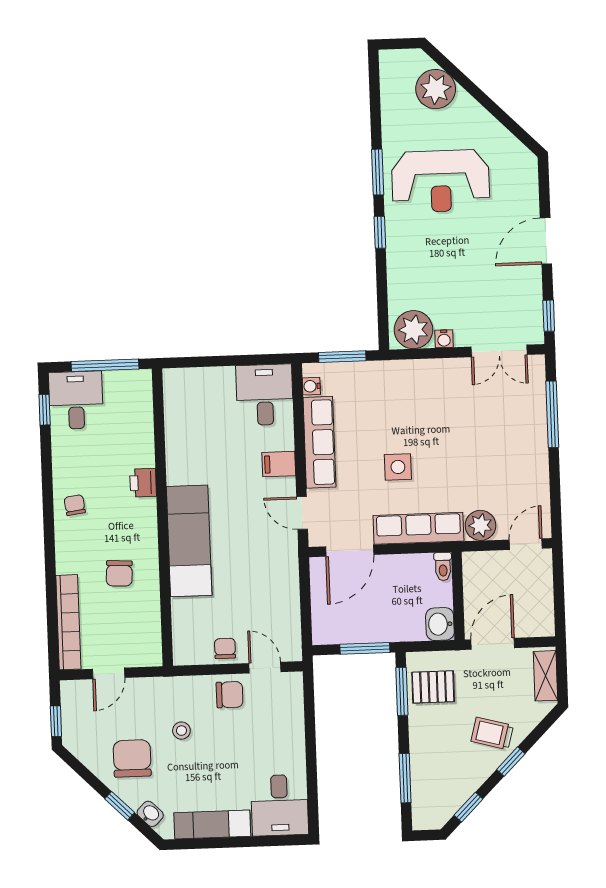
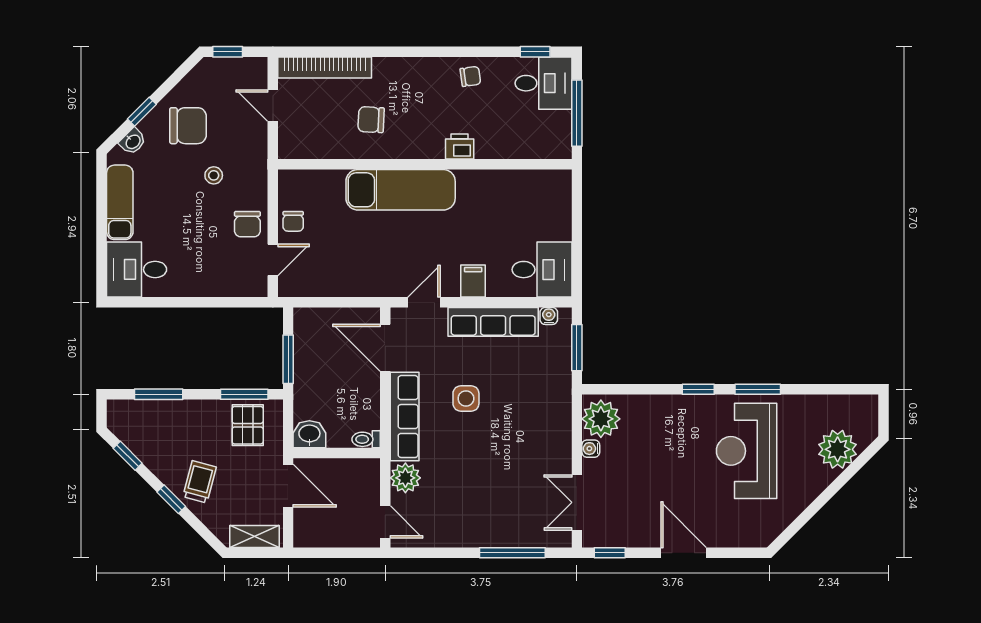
chair: (75, 505) -> (470, 76), moved
chair: (225, 648) -> (293, 221), turned 90

